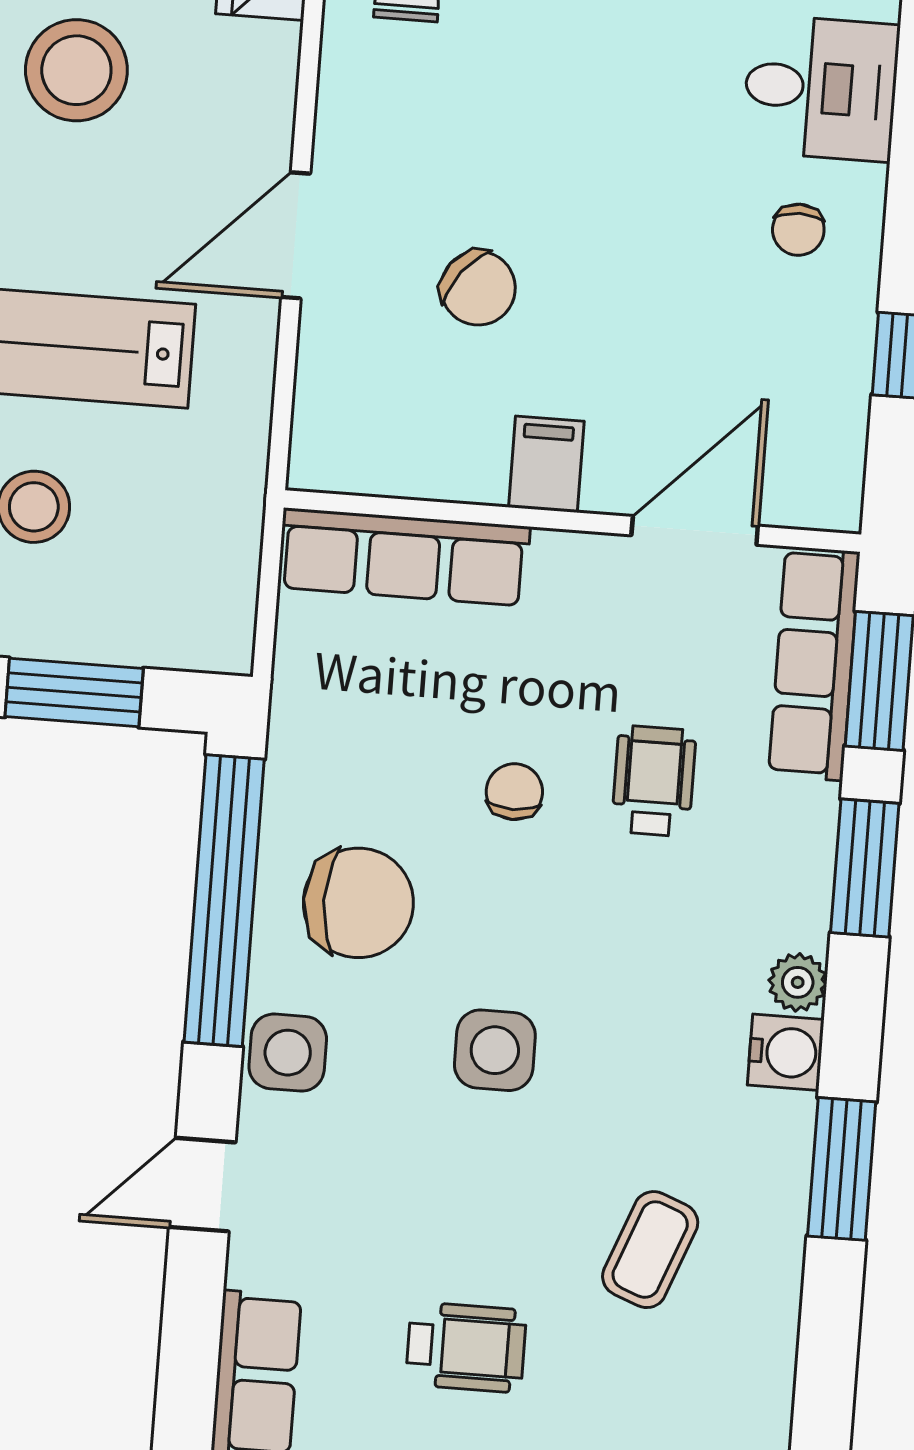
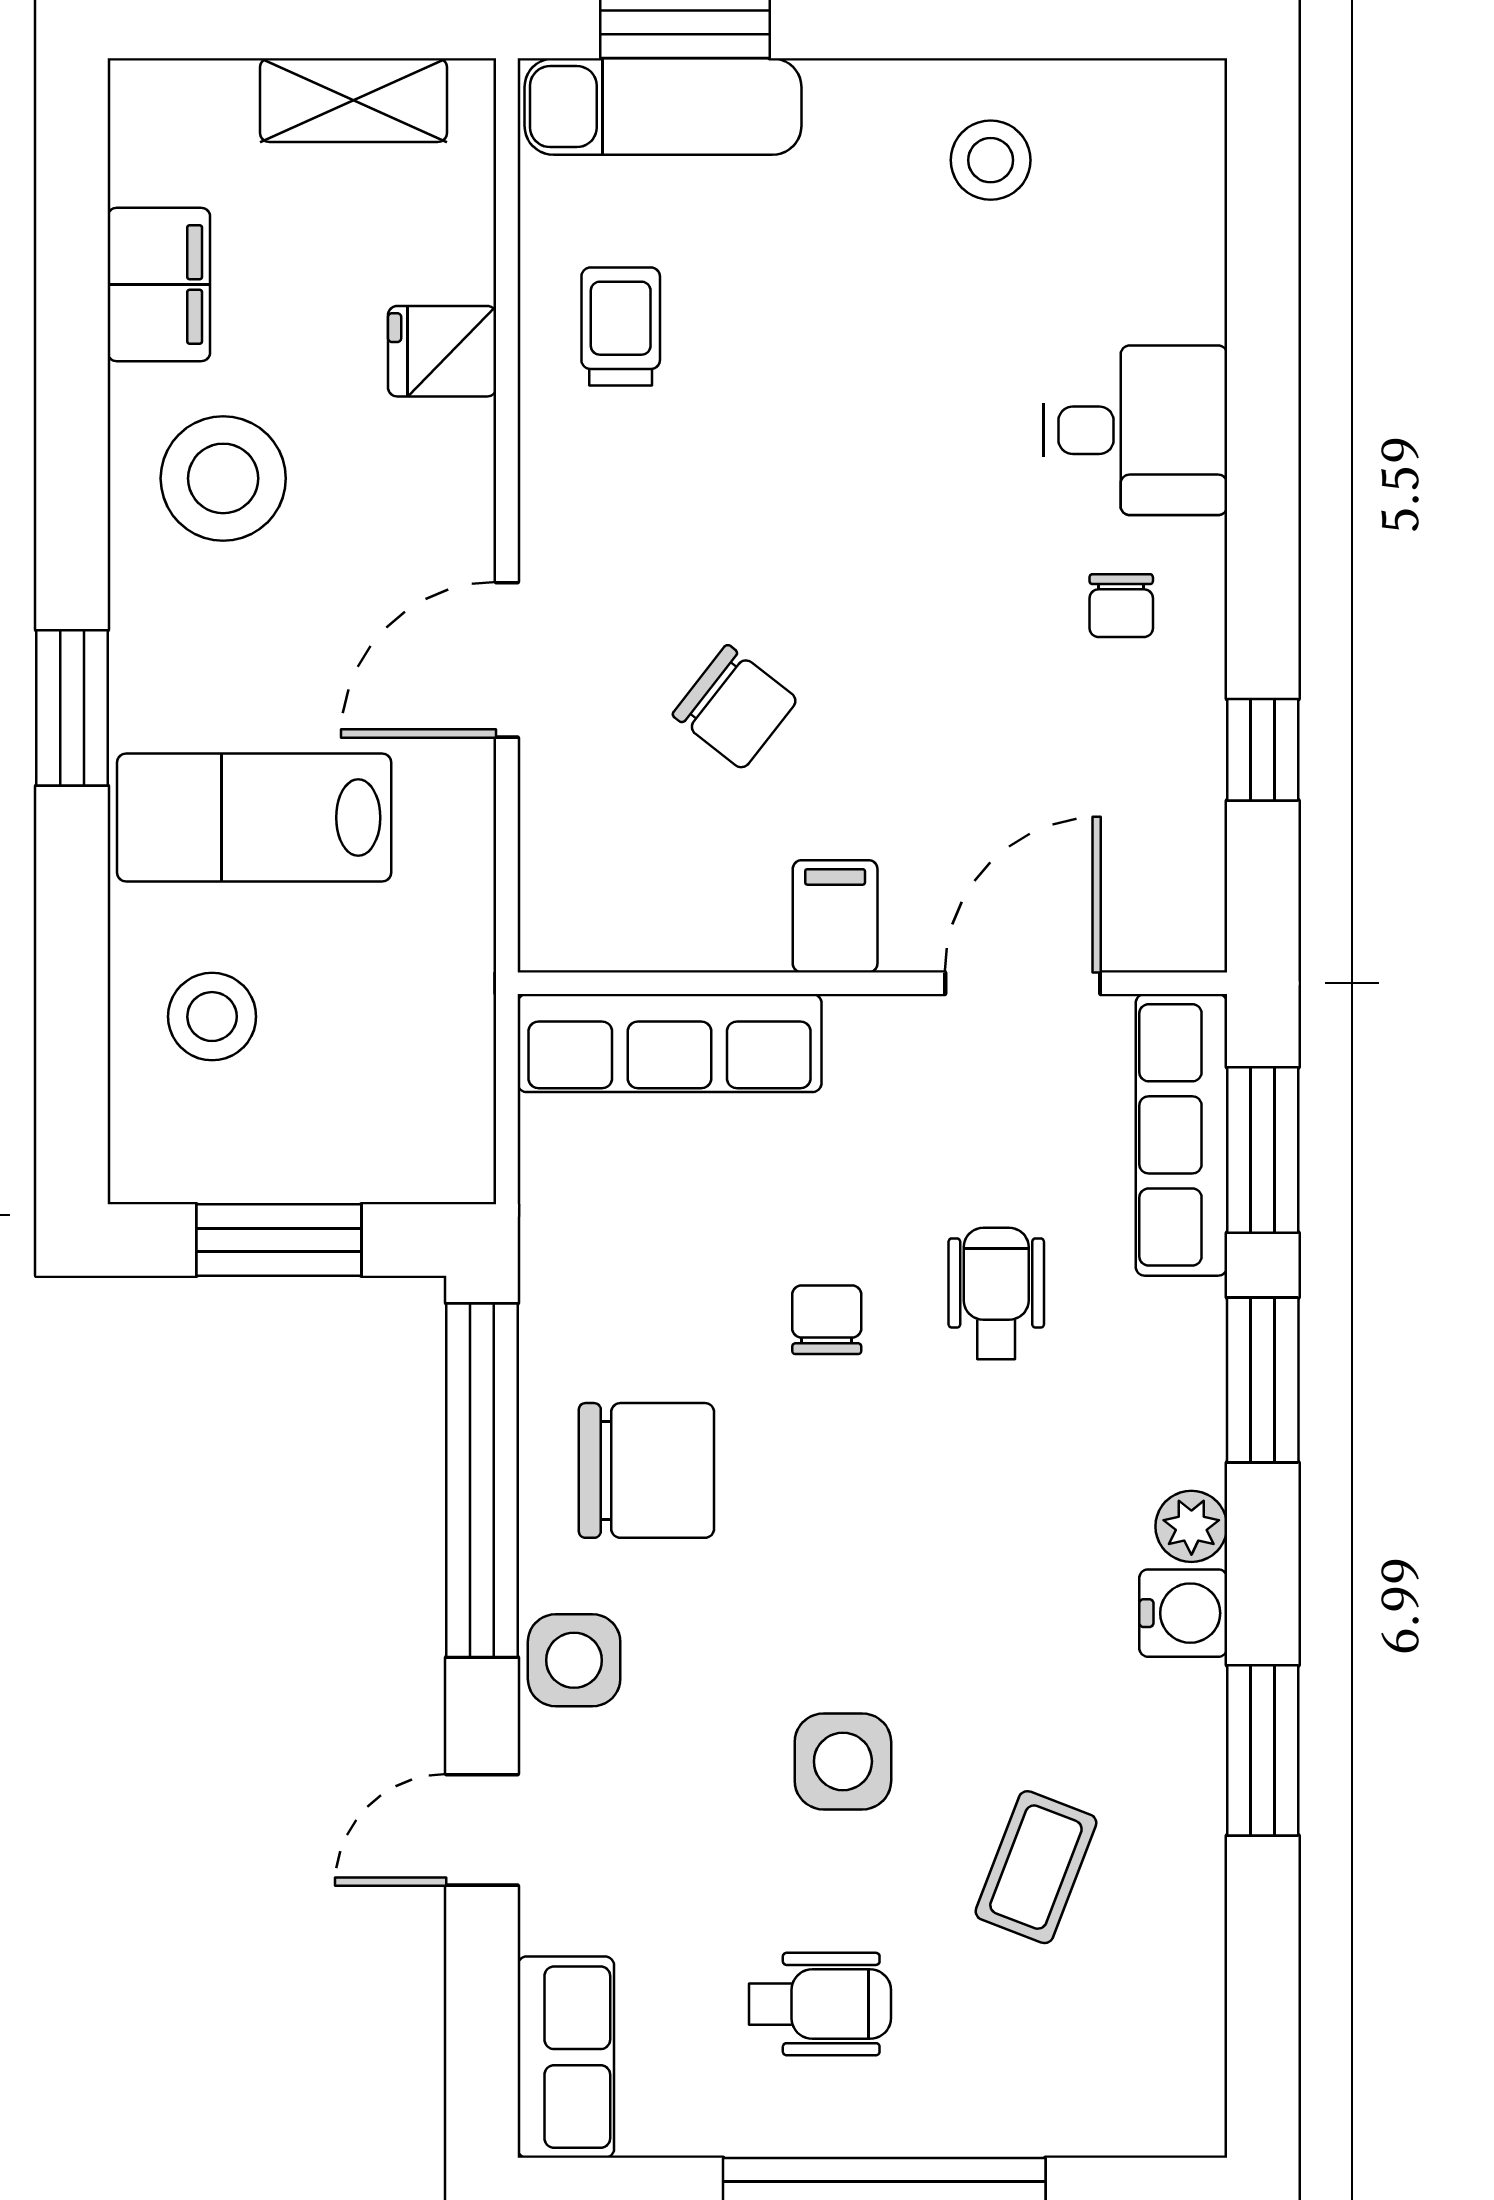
side table: (495, 1050) -> (843, 1761), moved

